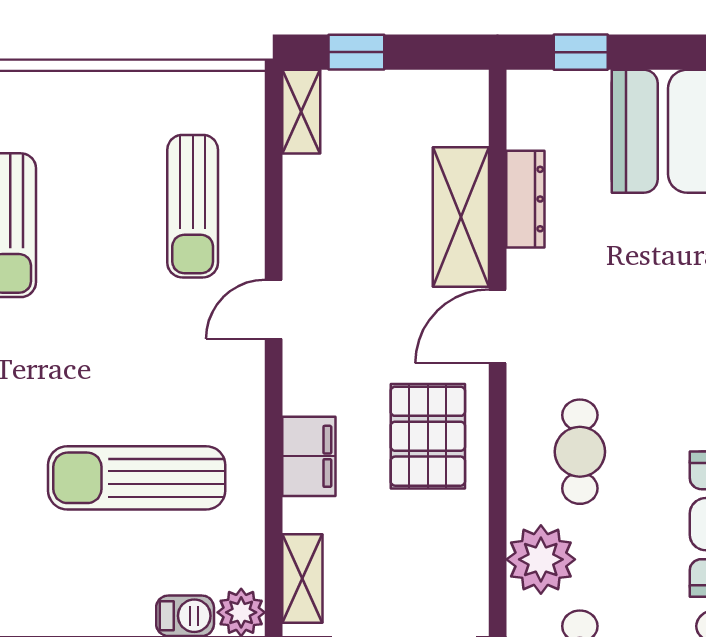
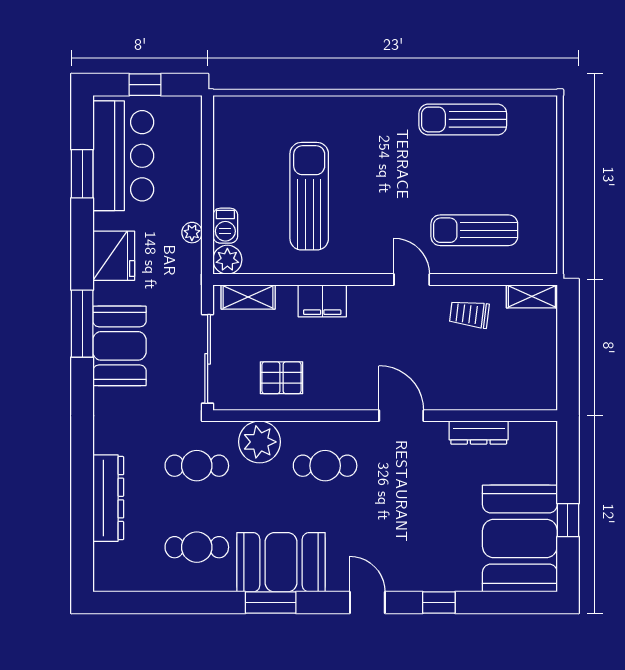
window: (356, 52) -> (568, 330), removed
window: (581, 52) -> (568, 520), moved
trolley: (331, 215) -> (469, 314), added
shelving: (461, 217) -> (468, 393), removed
pallet: (428, 436) -> (281, 378), moved, width x0.67, depth x0.71

